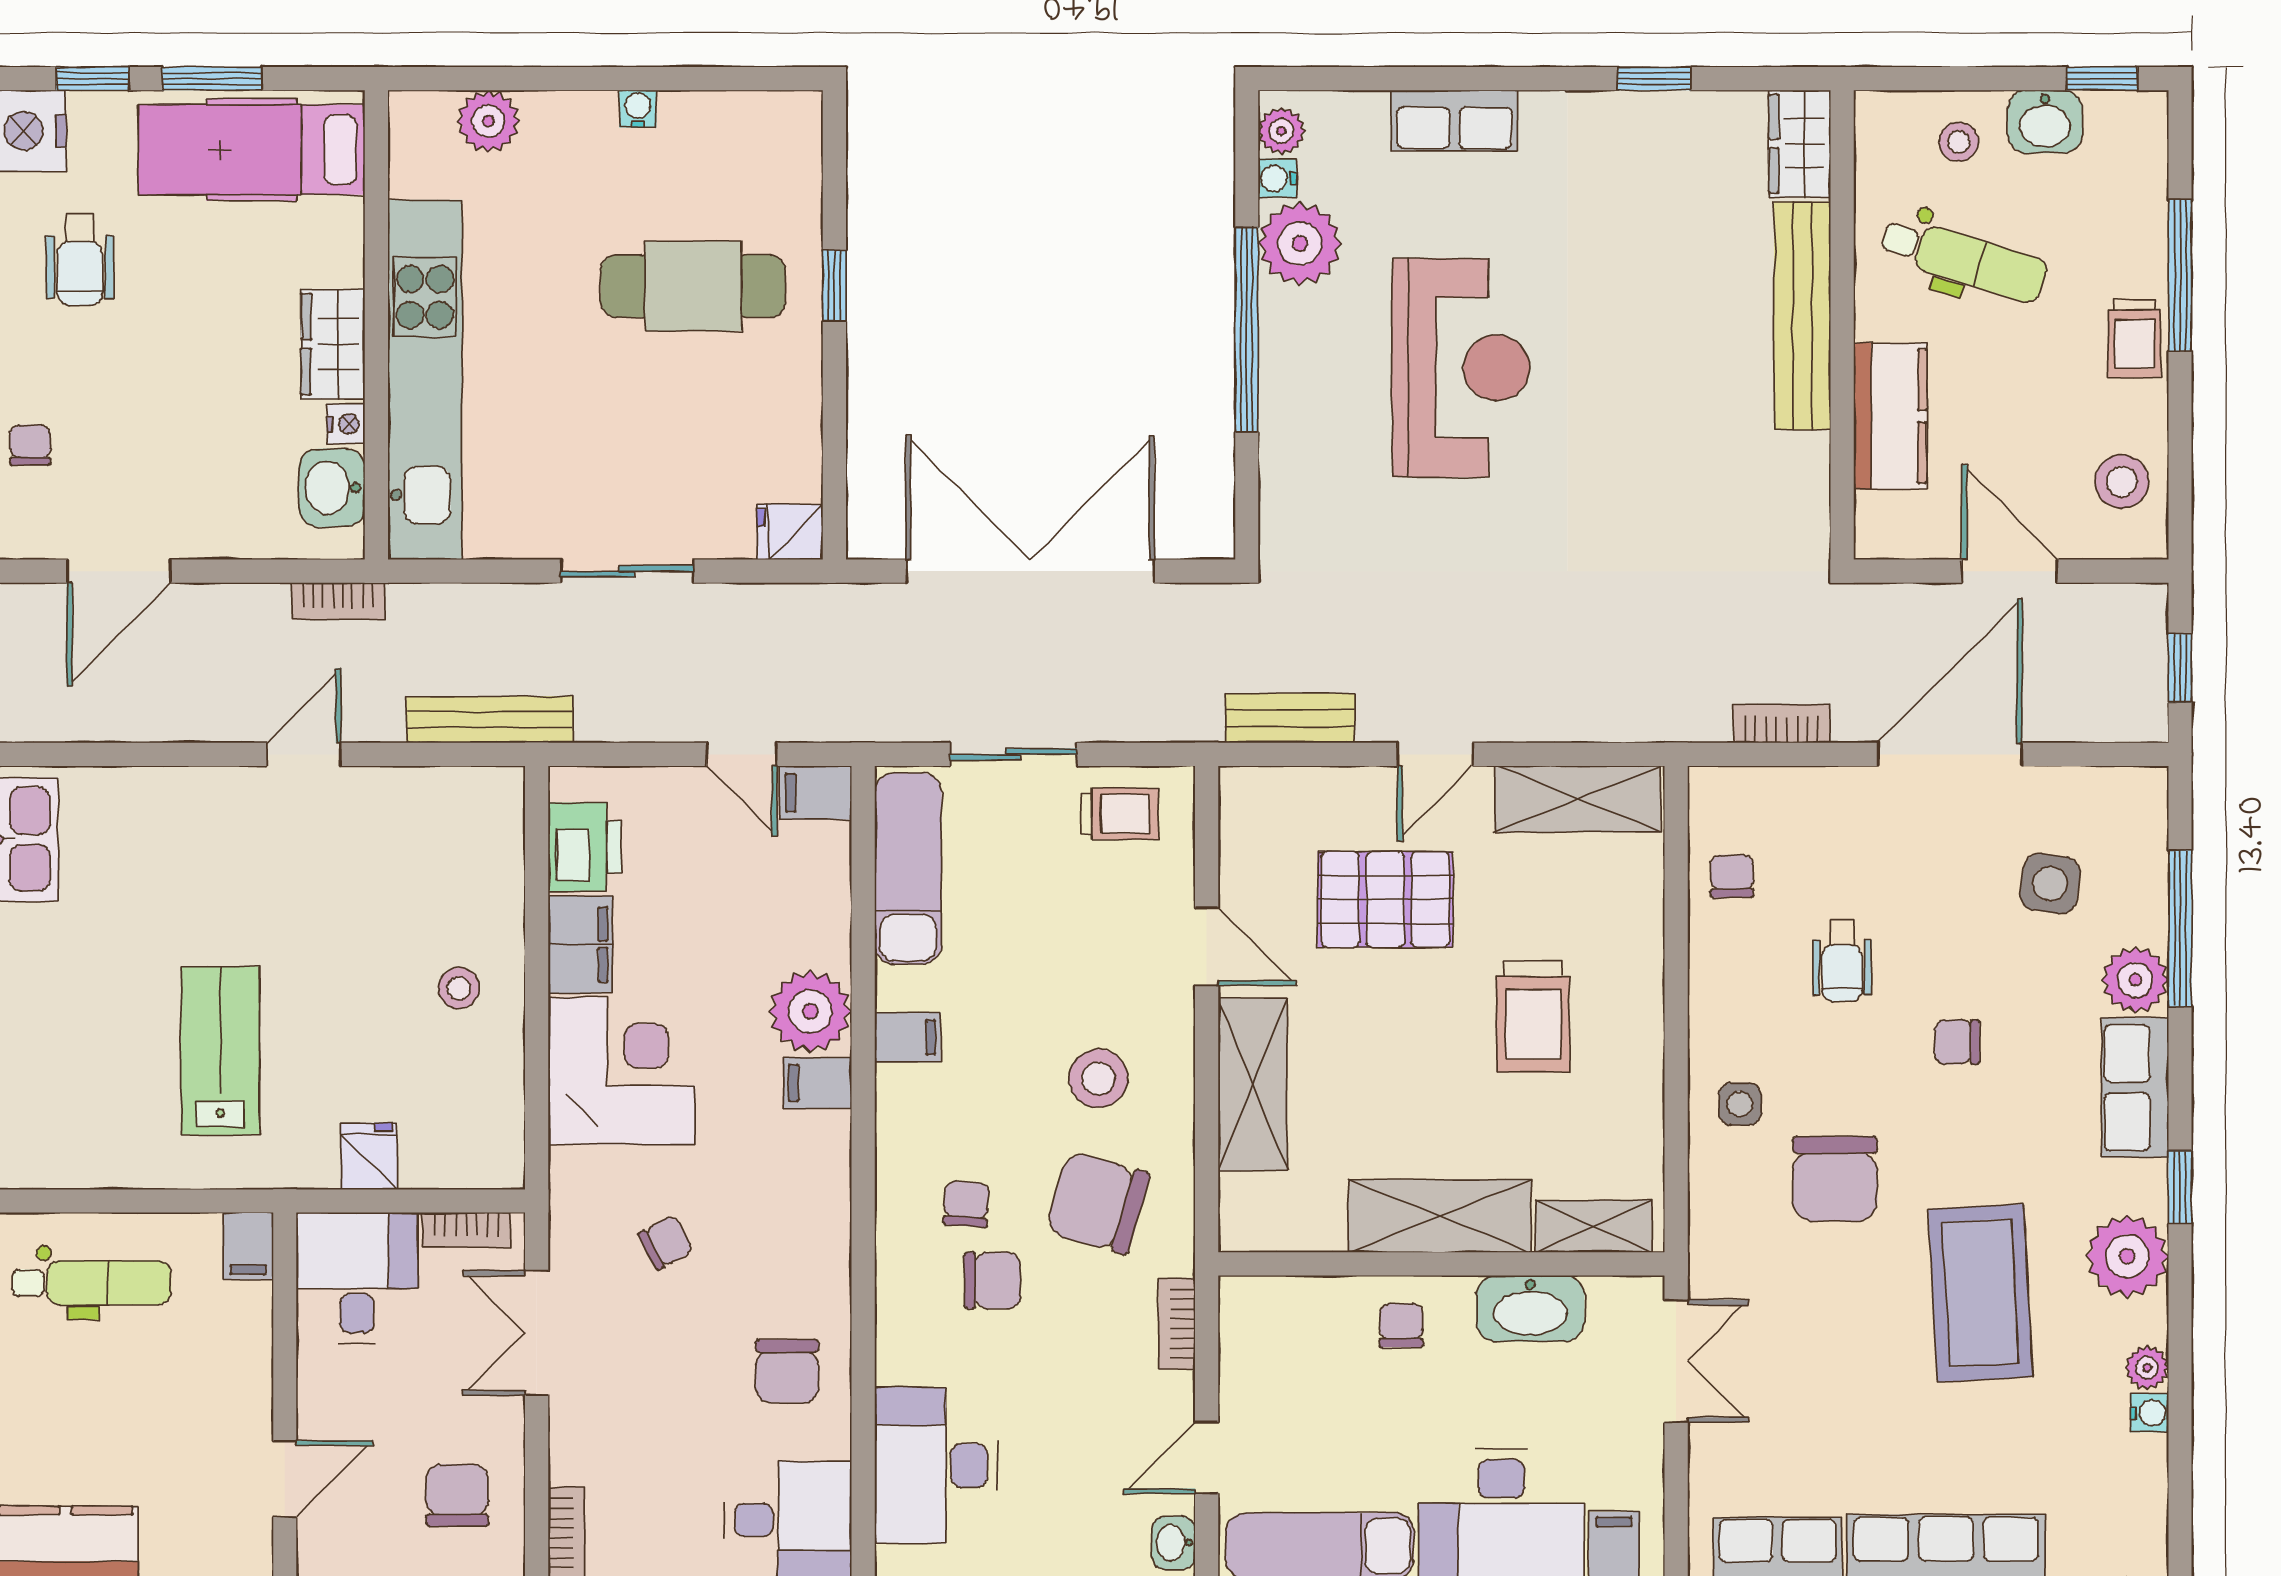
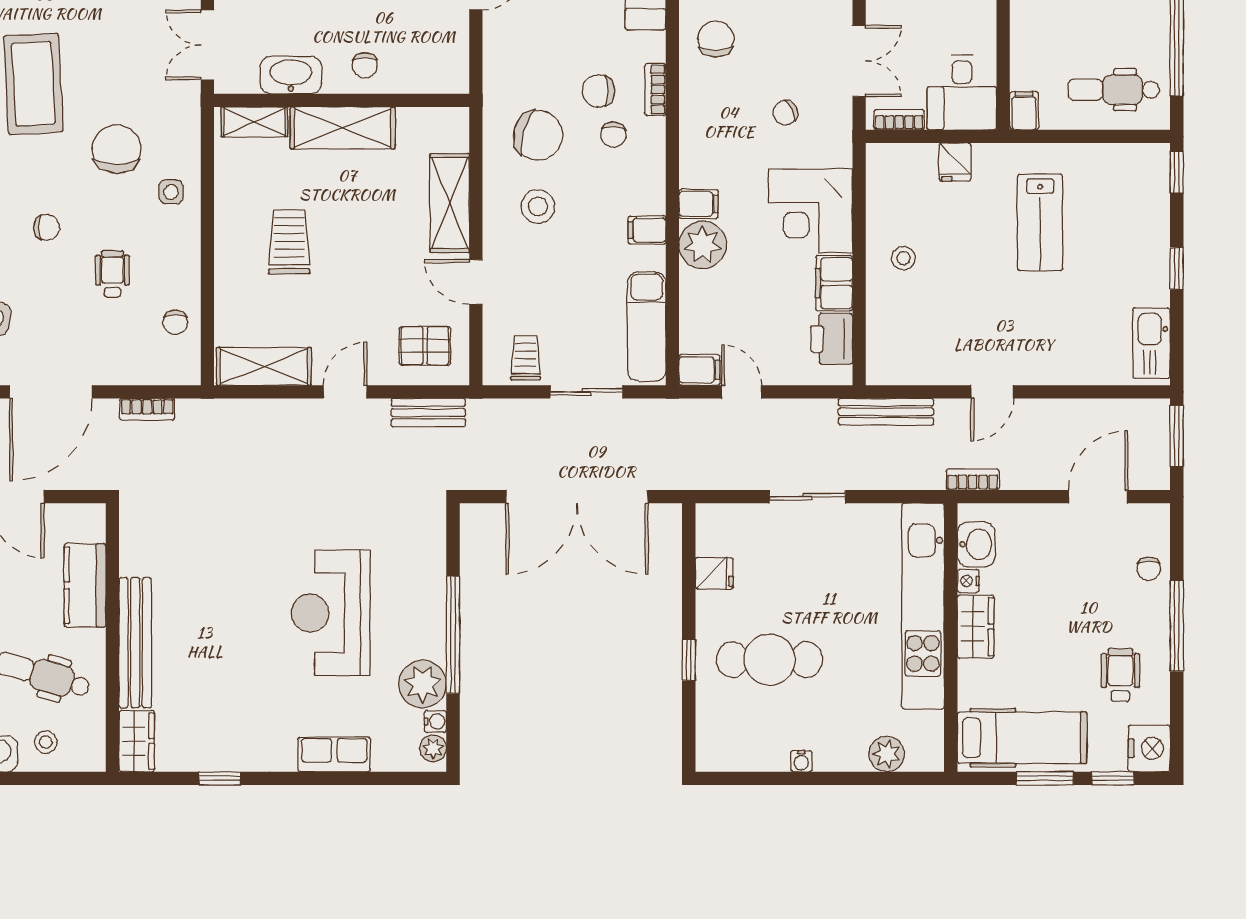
fridge: (790, 532) -> (714, 573), moved
trolley: (1120, 814) -> (526, 358), turned 90
pallet: (1385, 899) -> (425, 346), moved, width x0.67, depth x0.71
bookcase: (1177, 1323) -> (655, 90), moved, turned 180

